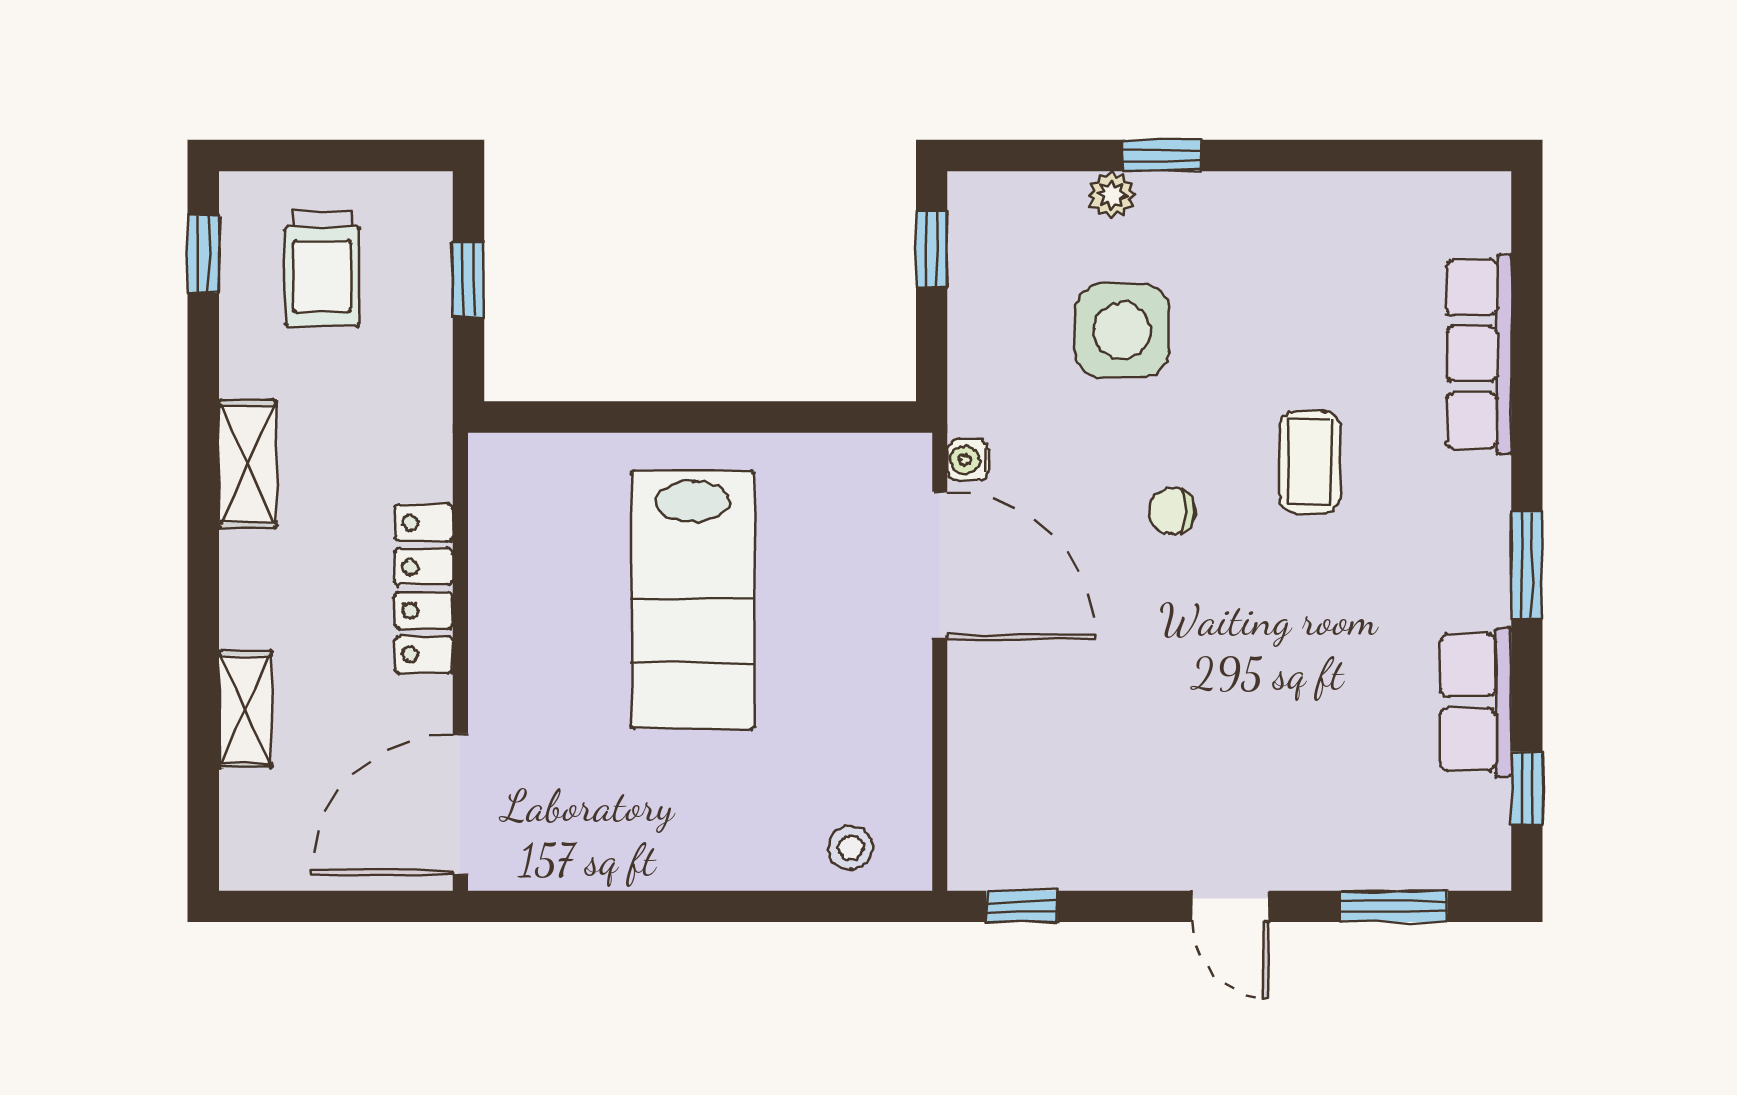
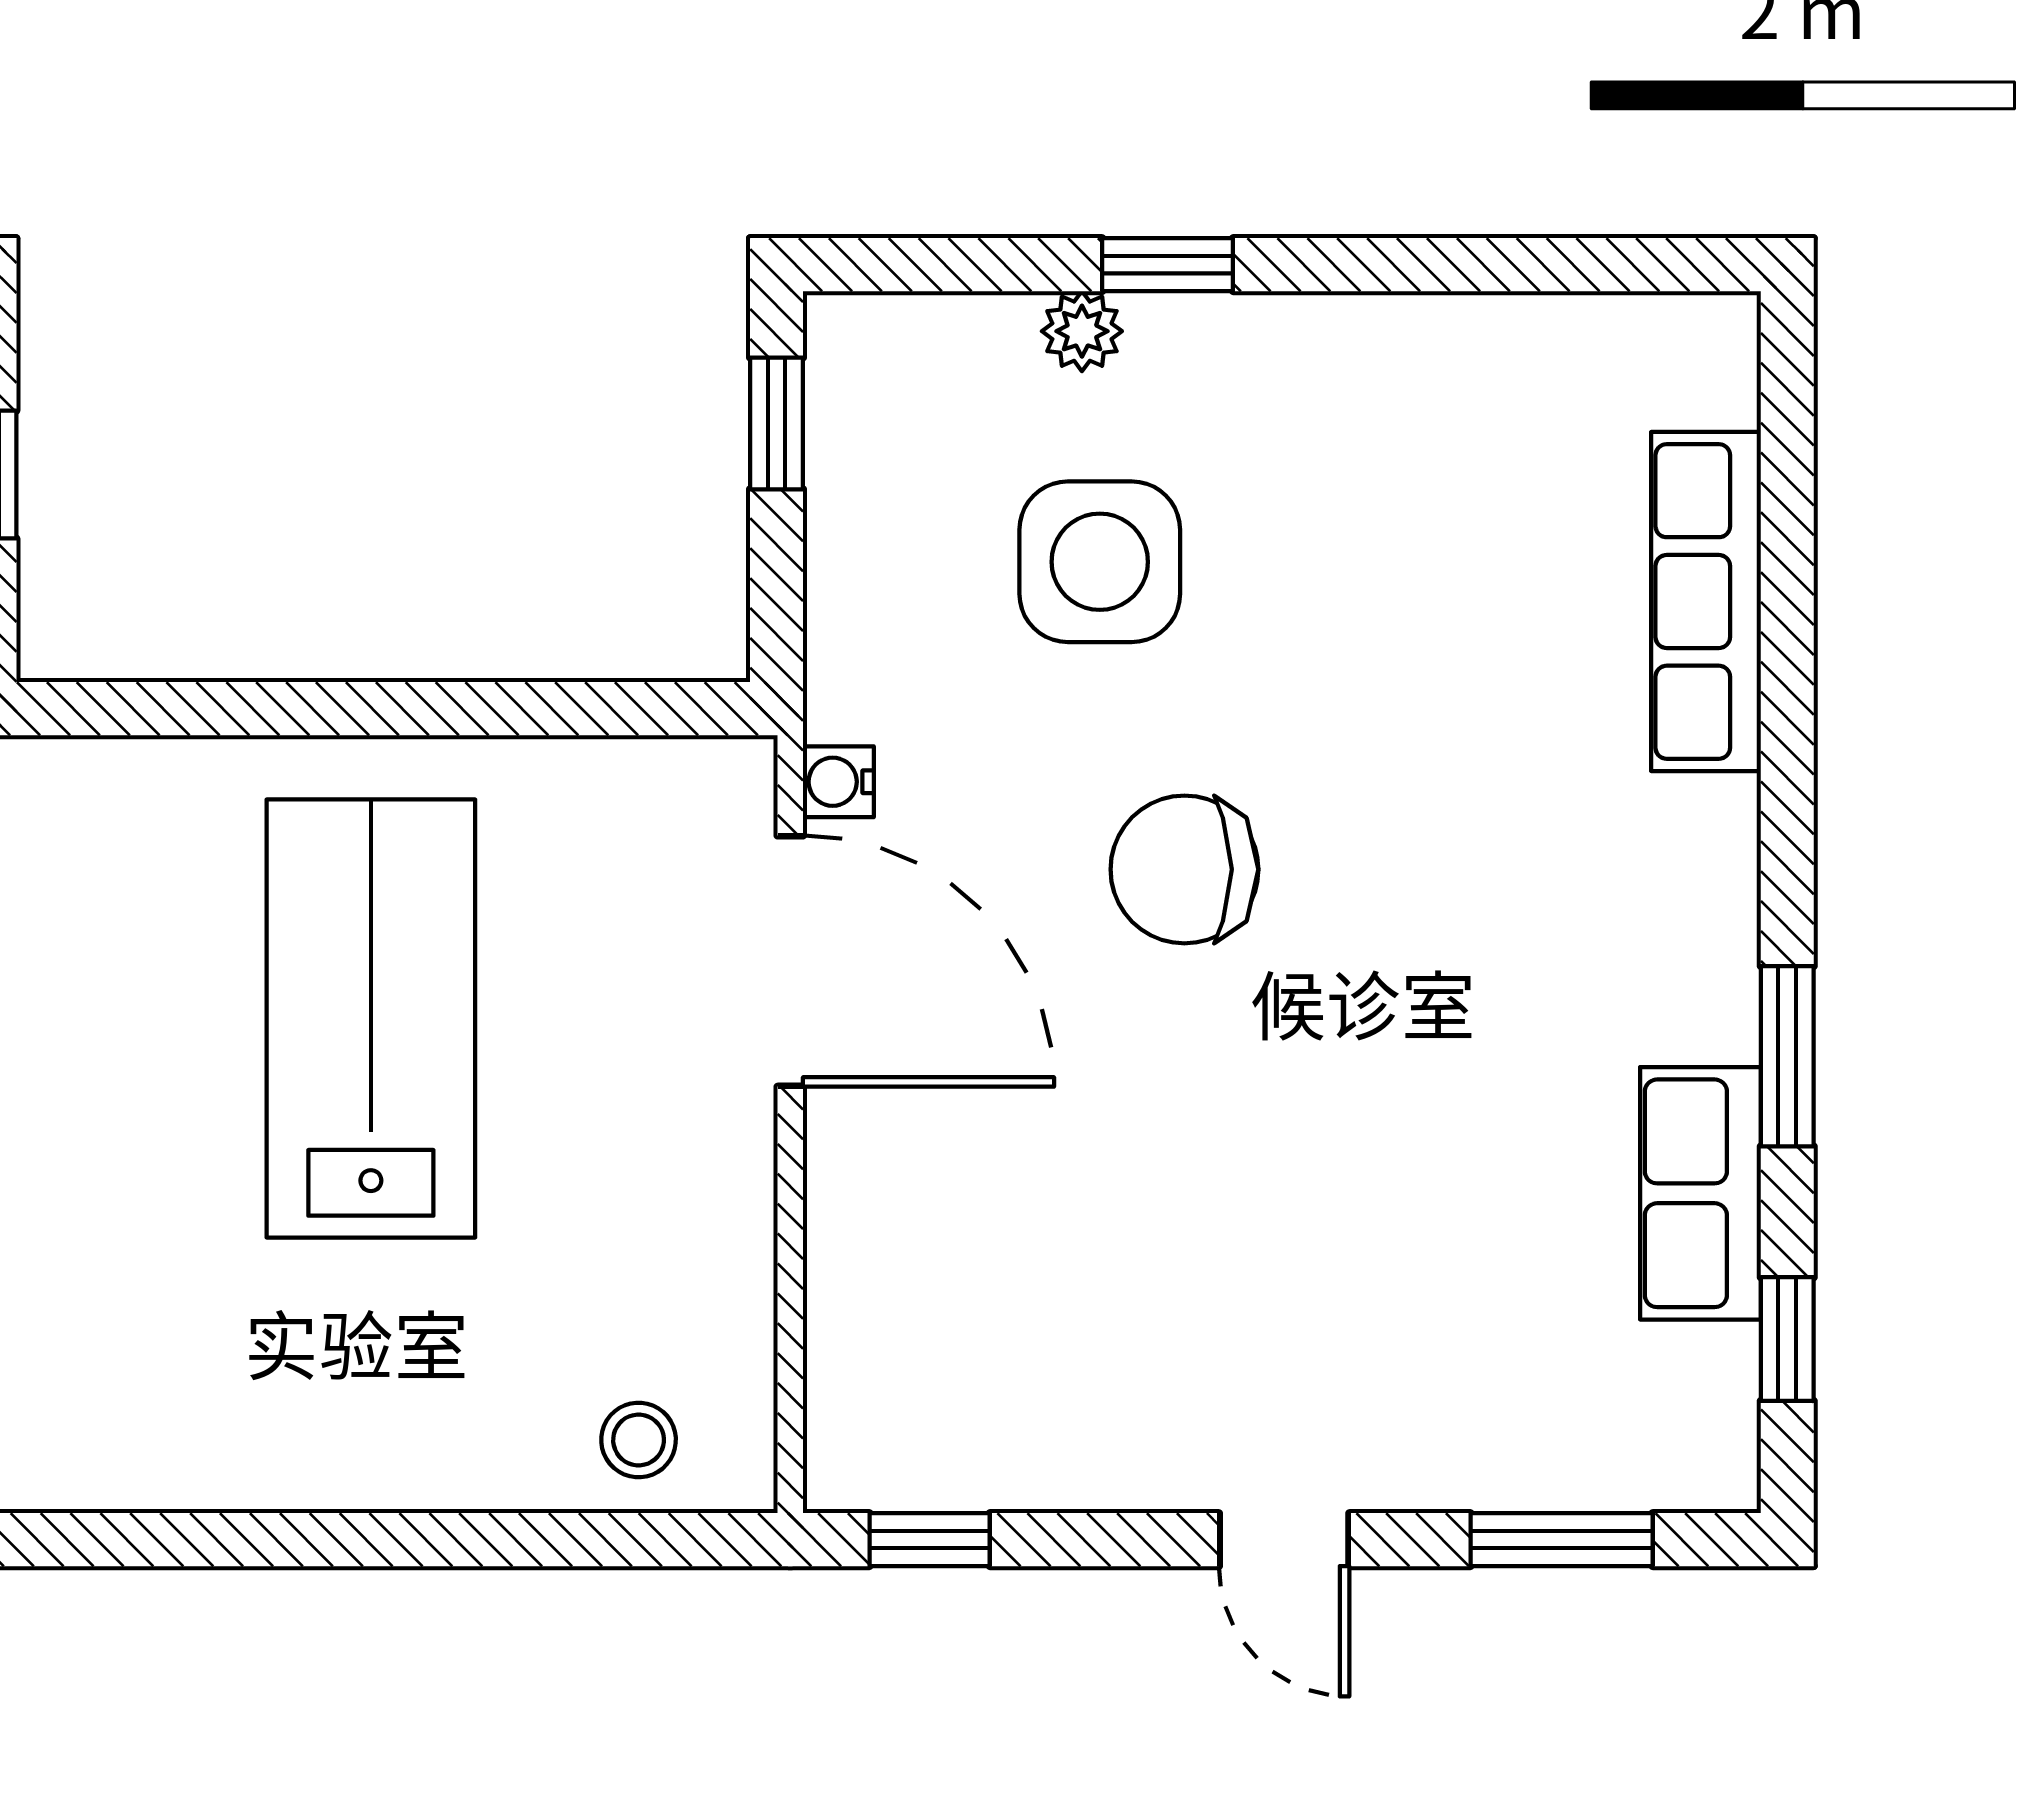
coffee table: (1310, 463) -> (1419, 786), removed
chair: (1172, 512) -> (1184, 869), width x1.87, depth x1.87
window: (1527, 565) -> (1787, 1056), moved
lab bench: (693, 599) -> (371, 1018), turned 180

